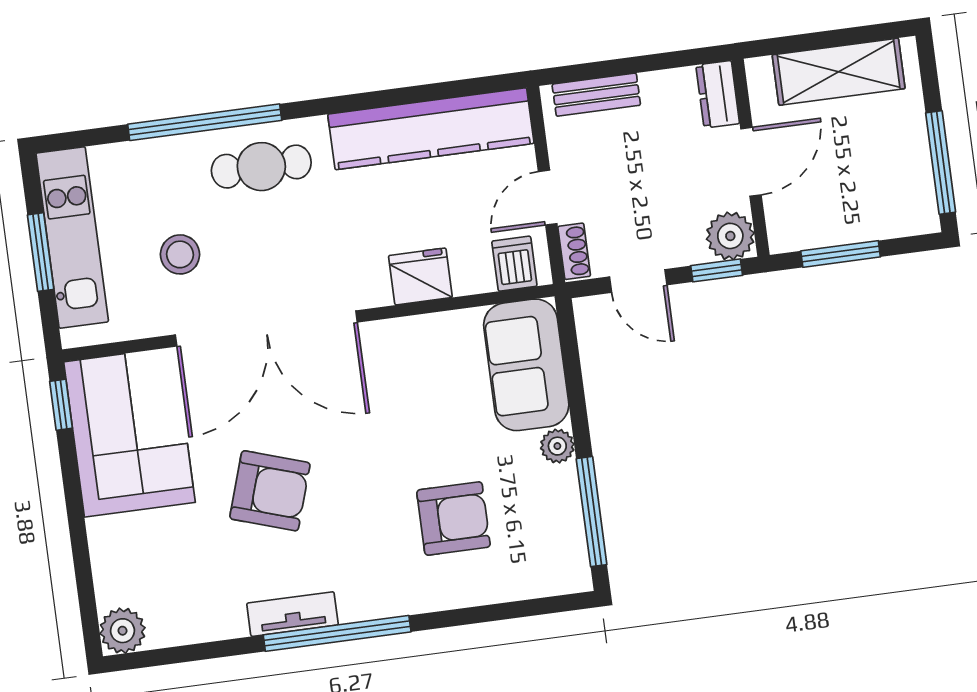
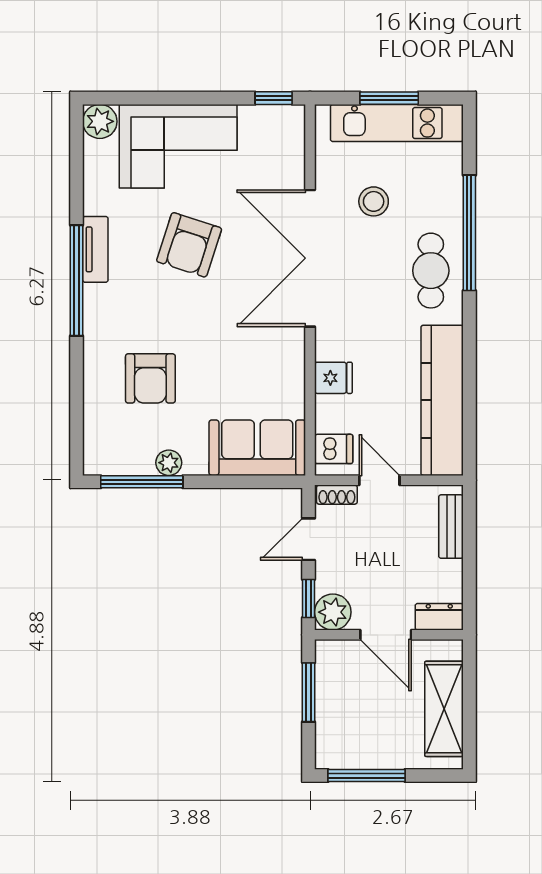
fridge: (420, 276) -> (333, 378), width x0.72
corner sofa: (129, 432) -> (178, 146), moved
plant: (557, 446) -> (169, 463), moved

